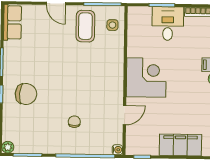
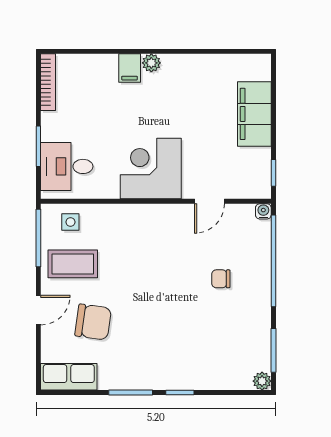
desk: (168, 24) -> (67, 166), moved
chair: (26, 94) -> (93, 322), moved, turned 93
door: (124, 115) -> (209, 201), swing flipped

